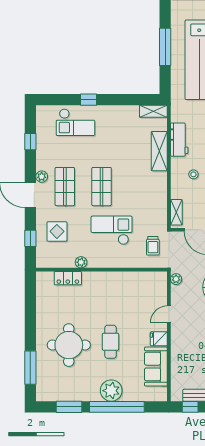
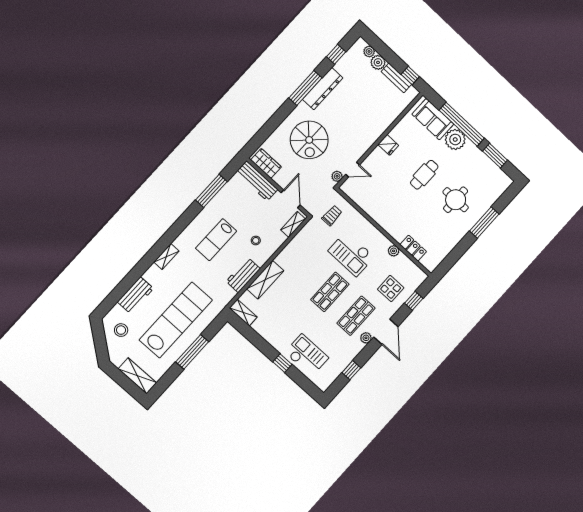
door: (169, 314) -> (353, 170), moved
round table: (69, 345) -> (456, 200), width x0.73, depth x0.73
sofa: (156, 367) -> (433, 119), moved, turned 90
window: (30, 368) -> (484, 223), moved

